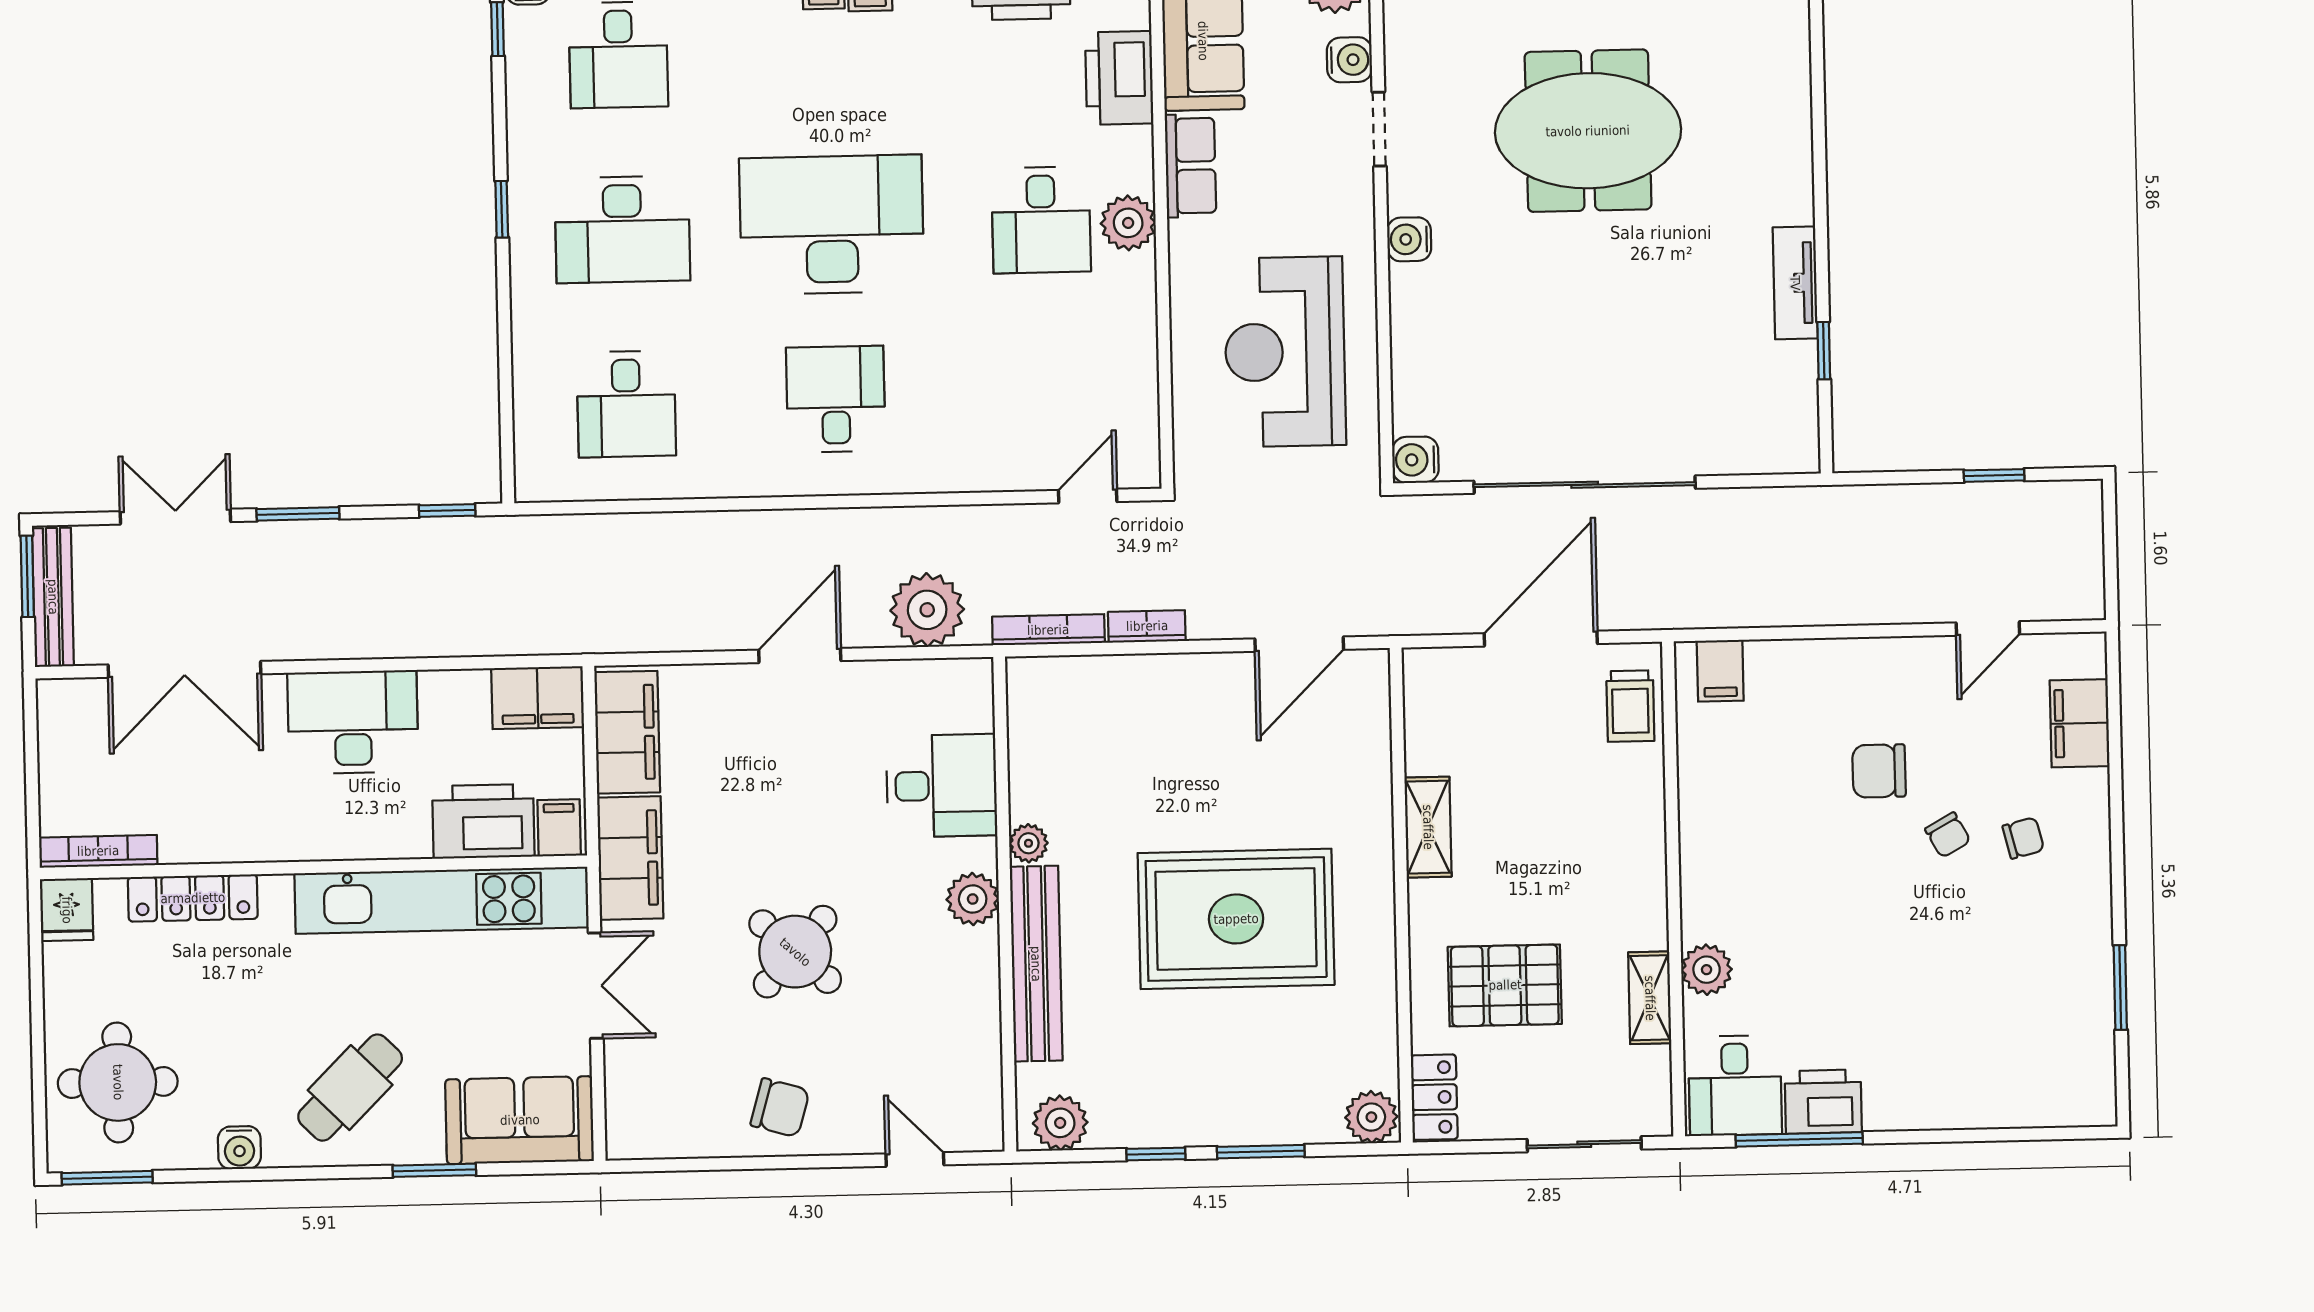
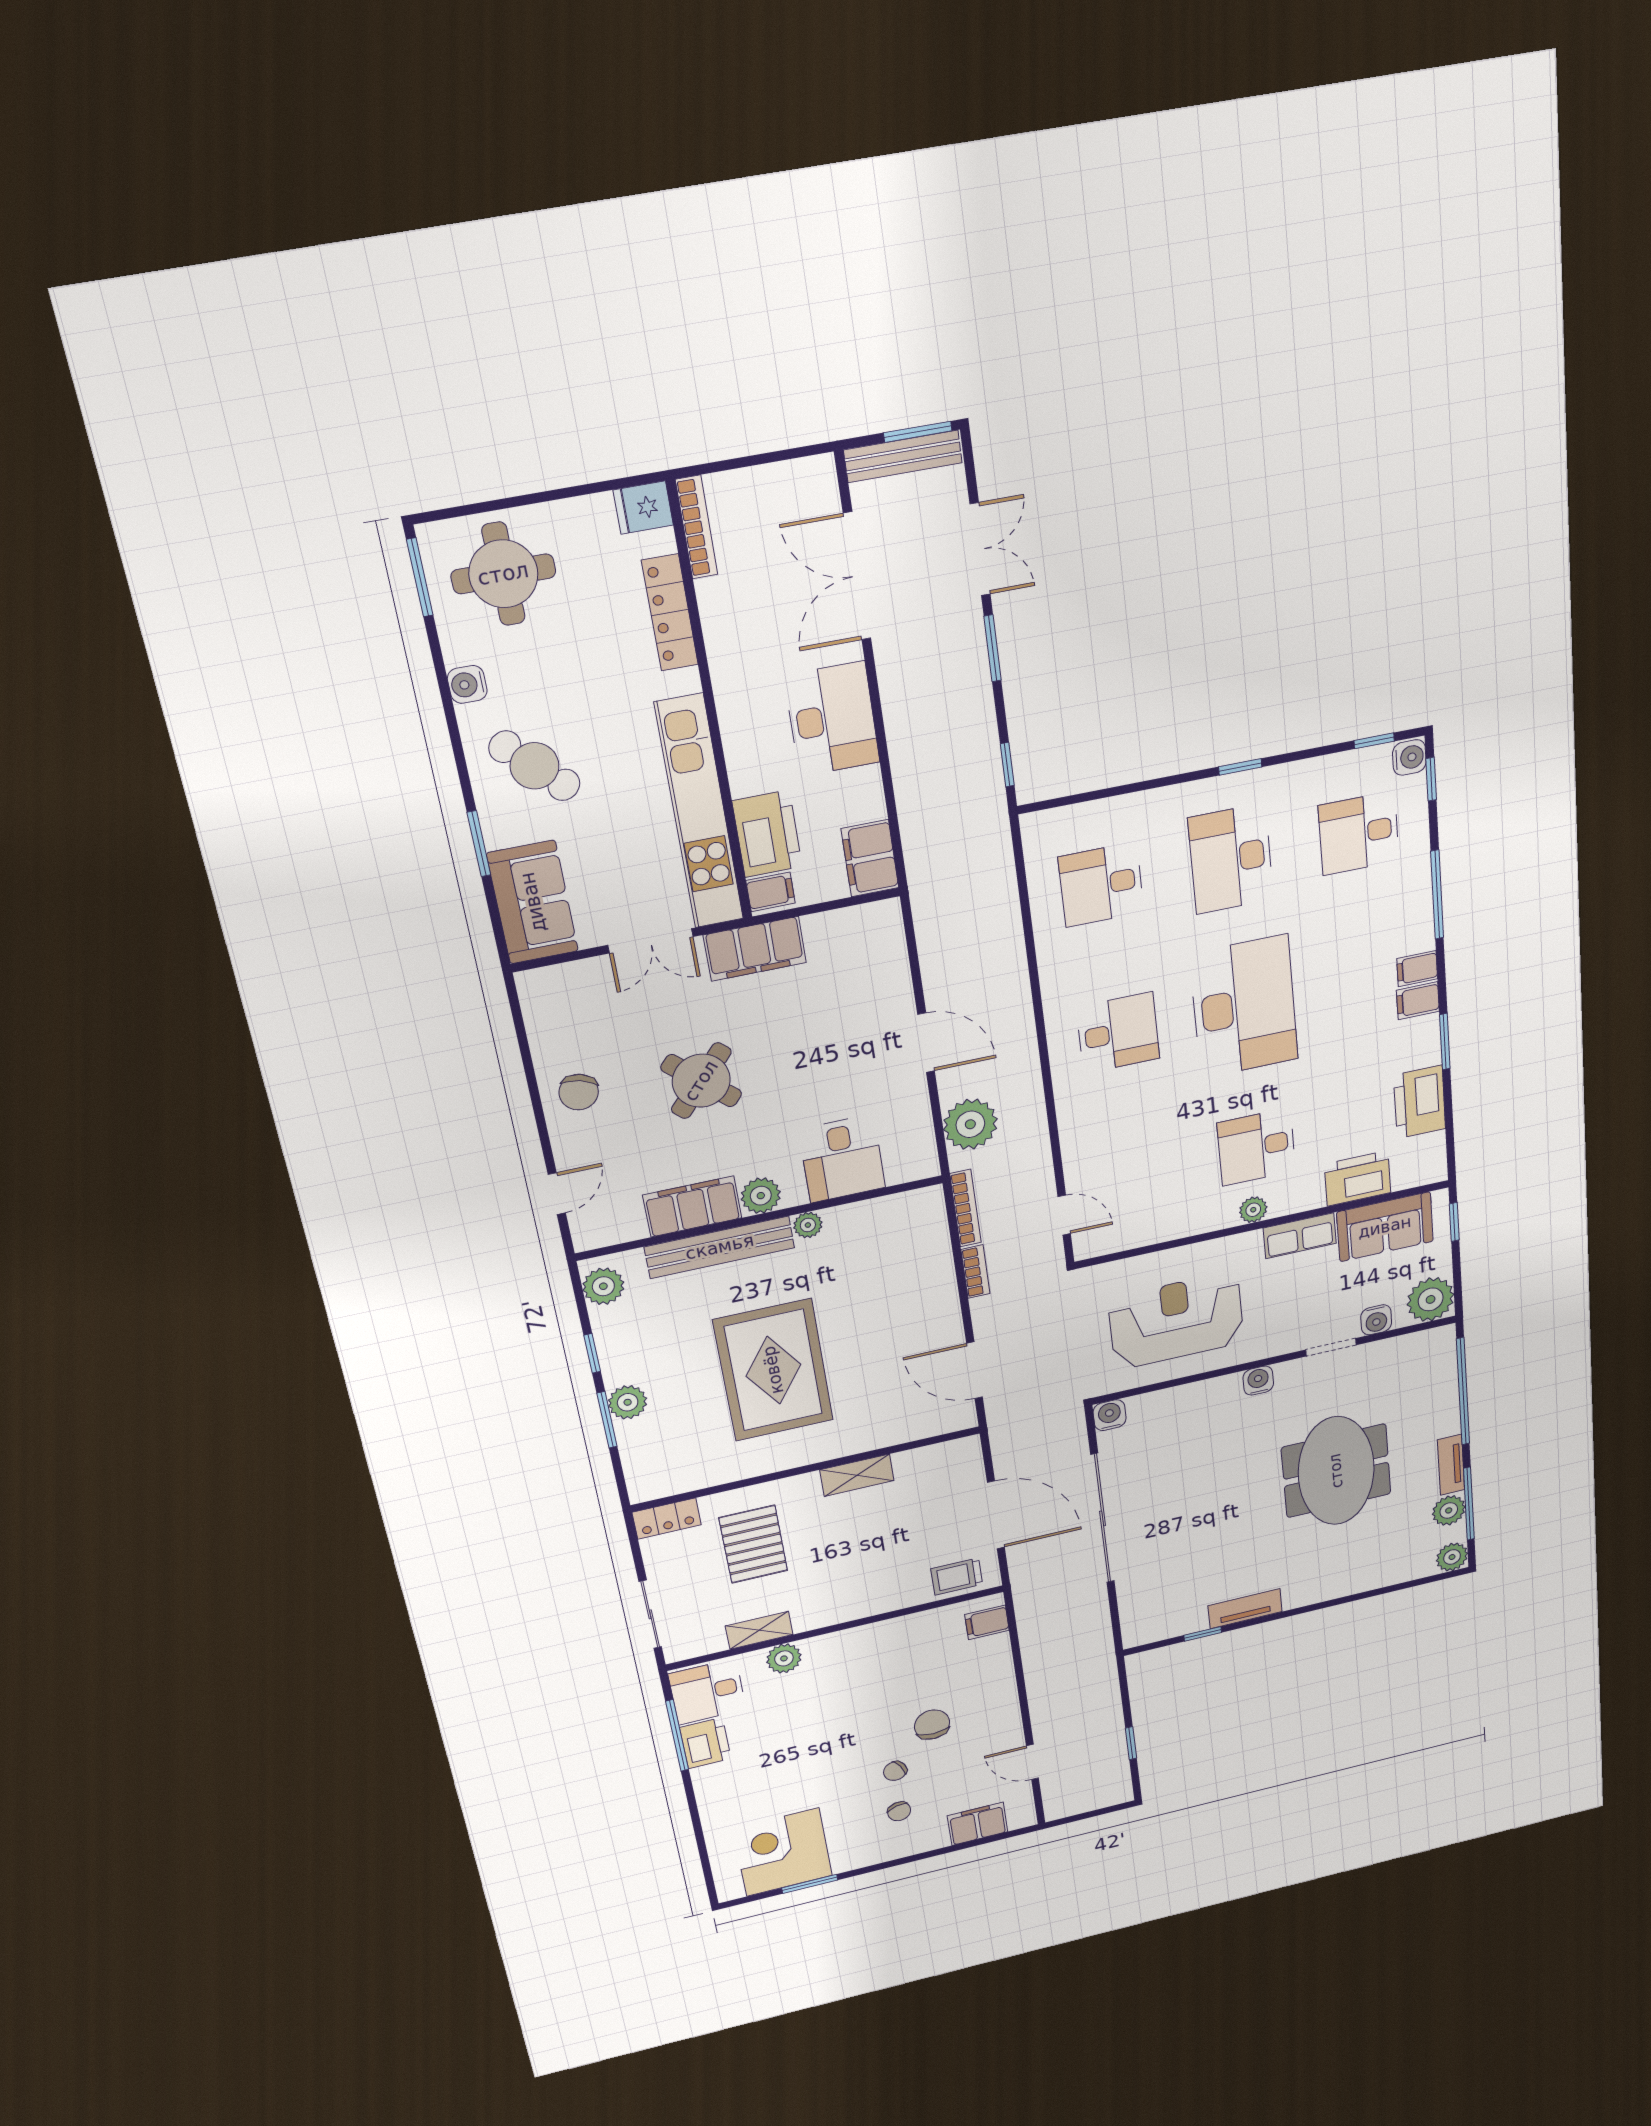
plant: (1128, 223) -> (1253, 1210), width x0.73, depth x0.73
filing cabinet: (627, 732) -> (692, 1207), moved, turned 180
corner desk: (2050, 1019) -> (783, 1852), added
plant: (1371, 1117) -> (628, 1402), moved

